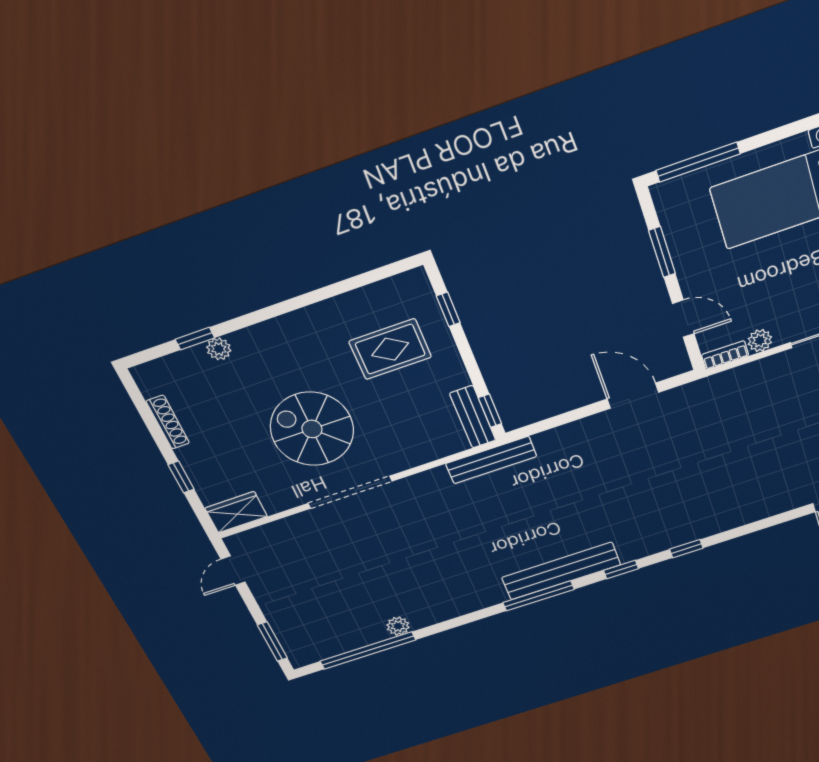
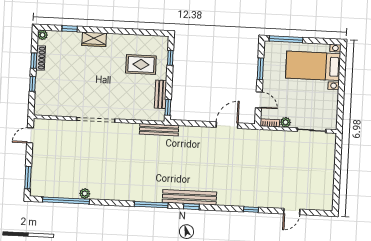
plant: (219, 349) -> (43, 35), moved
door: (633, 396) -> (227, 125), hinge flipped
bench: (473, 417) -> (161, 94), moved
spiral stairs: (312, 429) -> (95, 85), removed
window: (156, 433) -> (34, 61), added
wardrobe: (236, 512) -> (94, 39), moved, turned 180
window: (686, 549) -> (251, 210), moved
bench: (561, 571) -> (189, 197), moved

